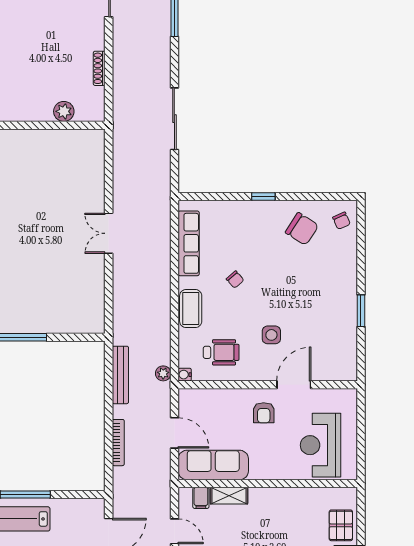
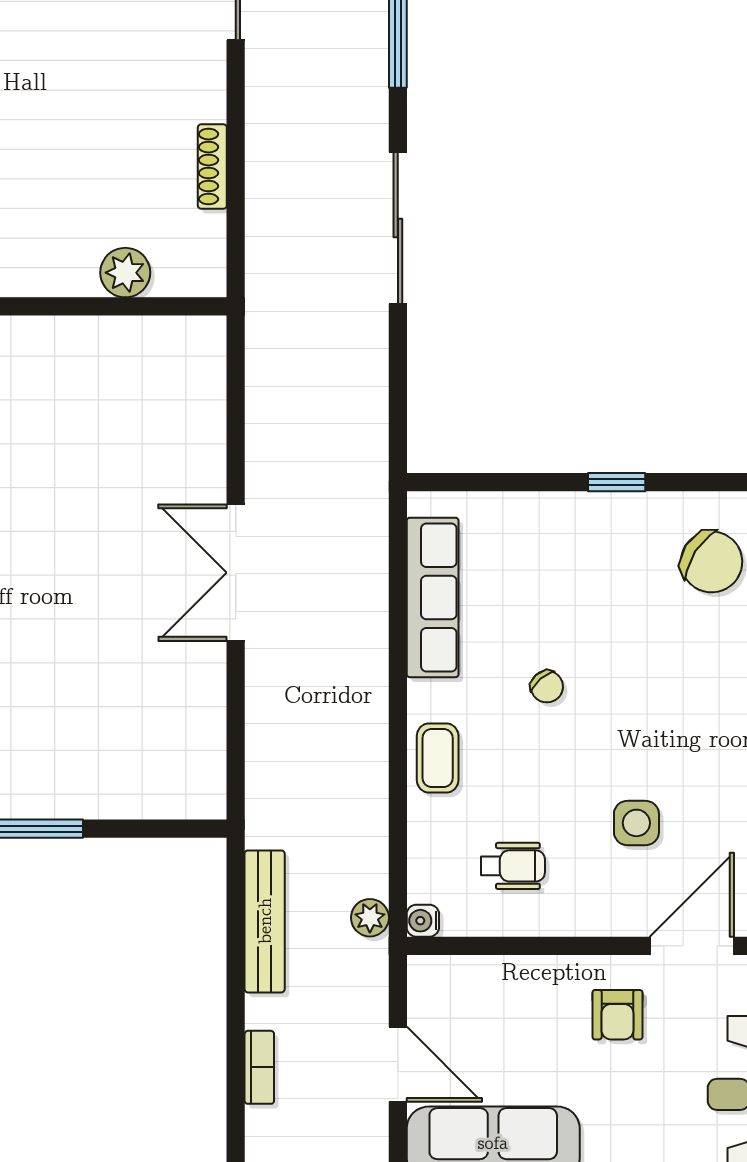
sliding door: (174, 119) -> (398, 228), moved
double door: (109, 233) -> (236, 573), width x1.37
coffee table: (191, 309) -> (438, 758), width x0.73, depth x0.77
wheelchair: (221, 352) -> (513, 866), width x0.73, depth x0.73
bookcase: (118, 443) -> (259, 1067), width x0.64

